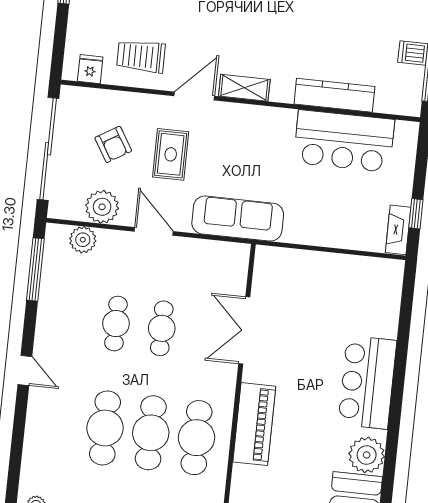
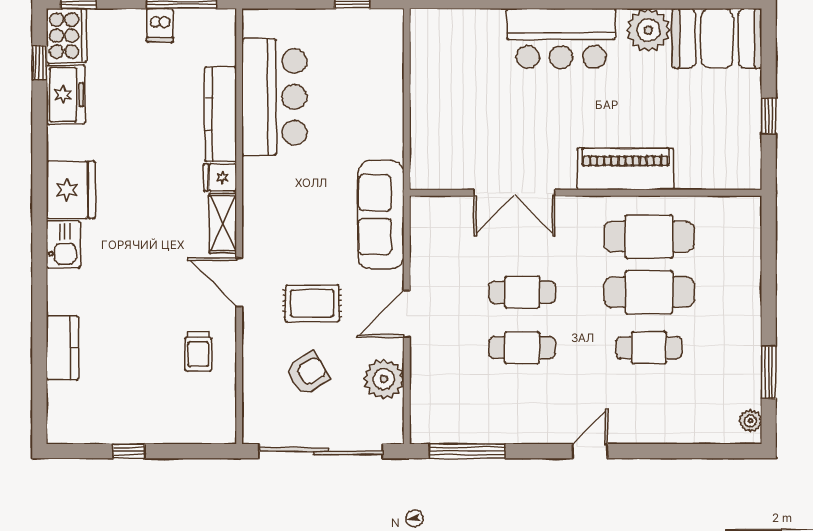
trolley: (141, 56) -> (198, 351), width x0.73, depth x0.72
fridge: (90, 69) -> (220, 178), moved
fireplace: (398, 230) -> (374, 21), removed
plant: (83, 240) -> (426, 398), removed
cafe table: (105, 428) -> (649, 348), width x0.73, depth x0.74

